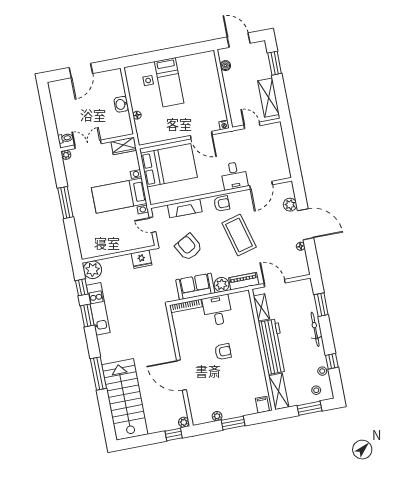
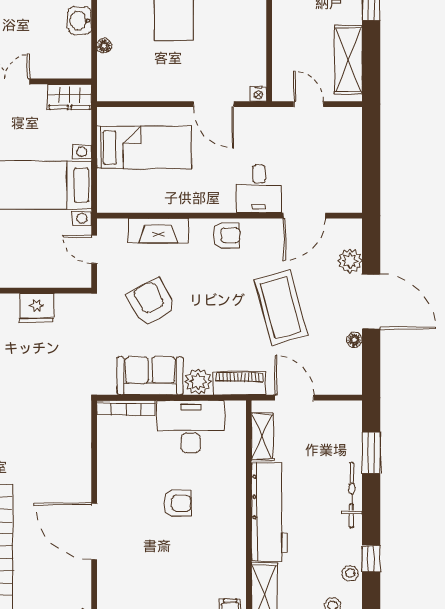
bed: (169, 165) -> (144, 147), width x0.67
coffee table: (239, 235) -> (281, 308), moved
fridge: (142, 259) -> (37, 308), moved
desk: (217, 310) -> (191, 427), width x1.37

